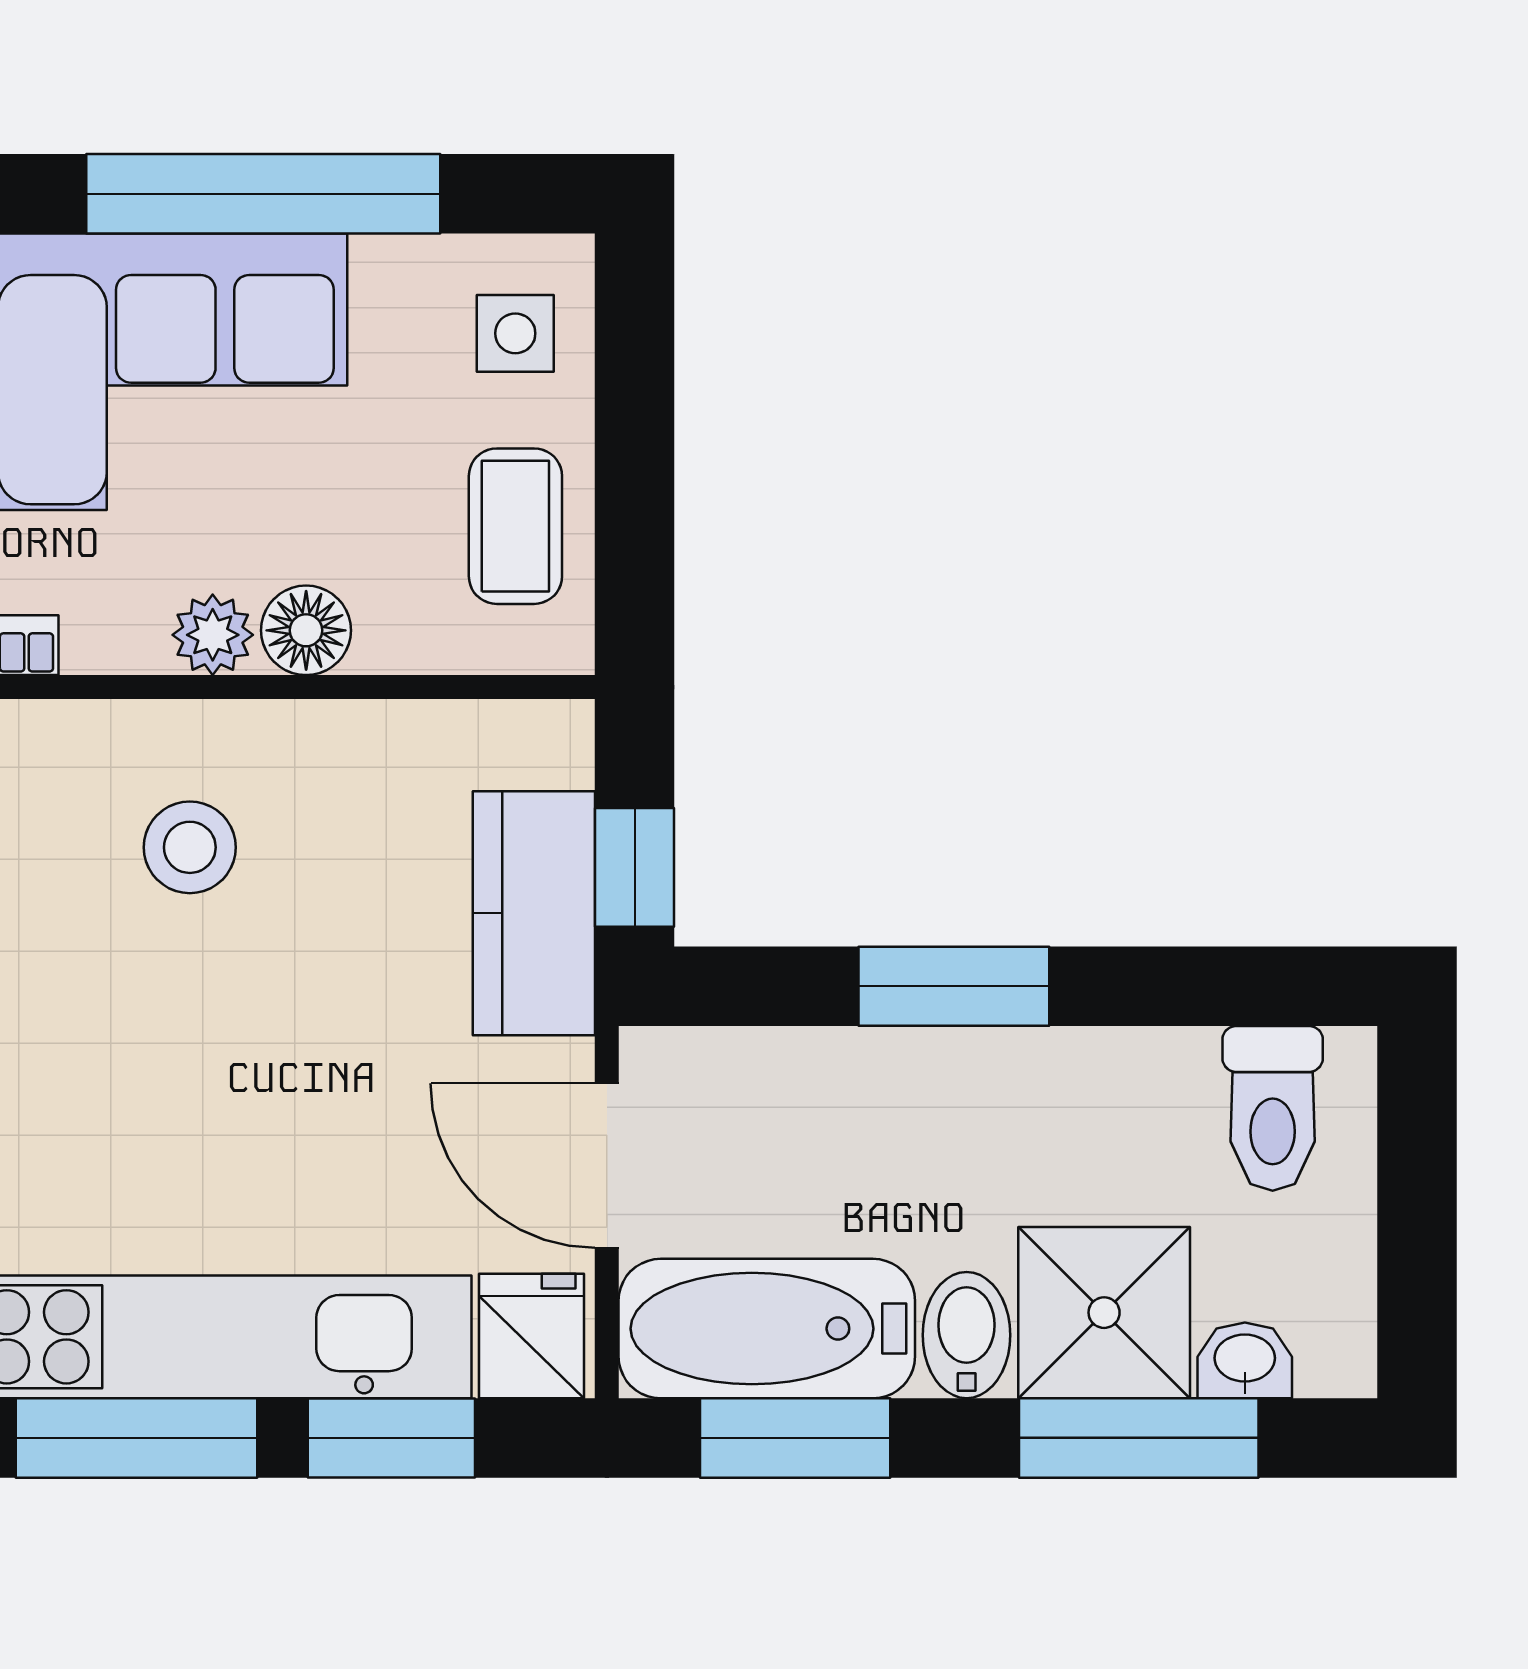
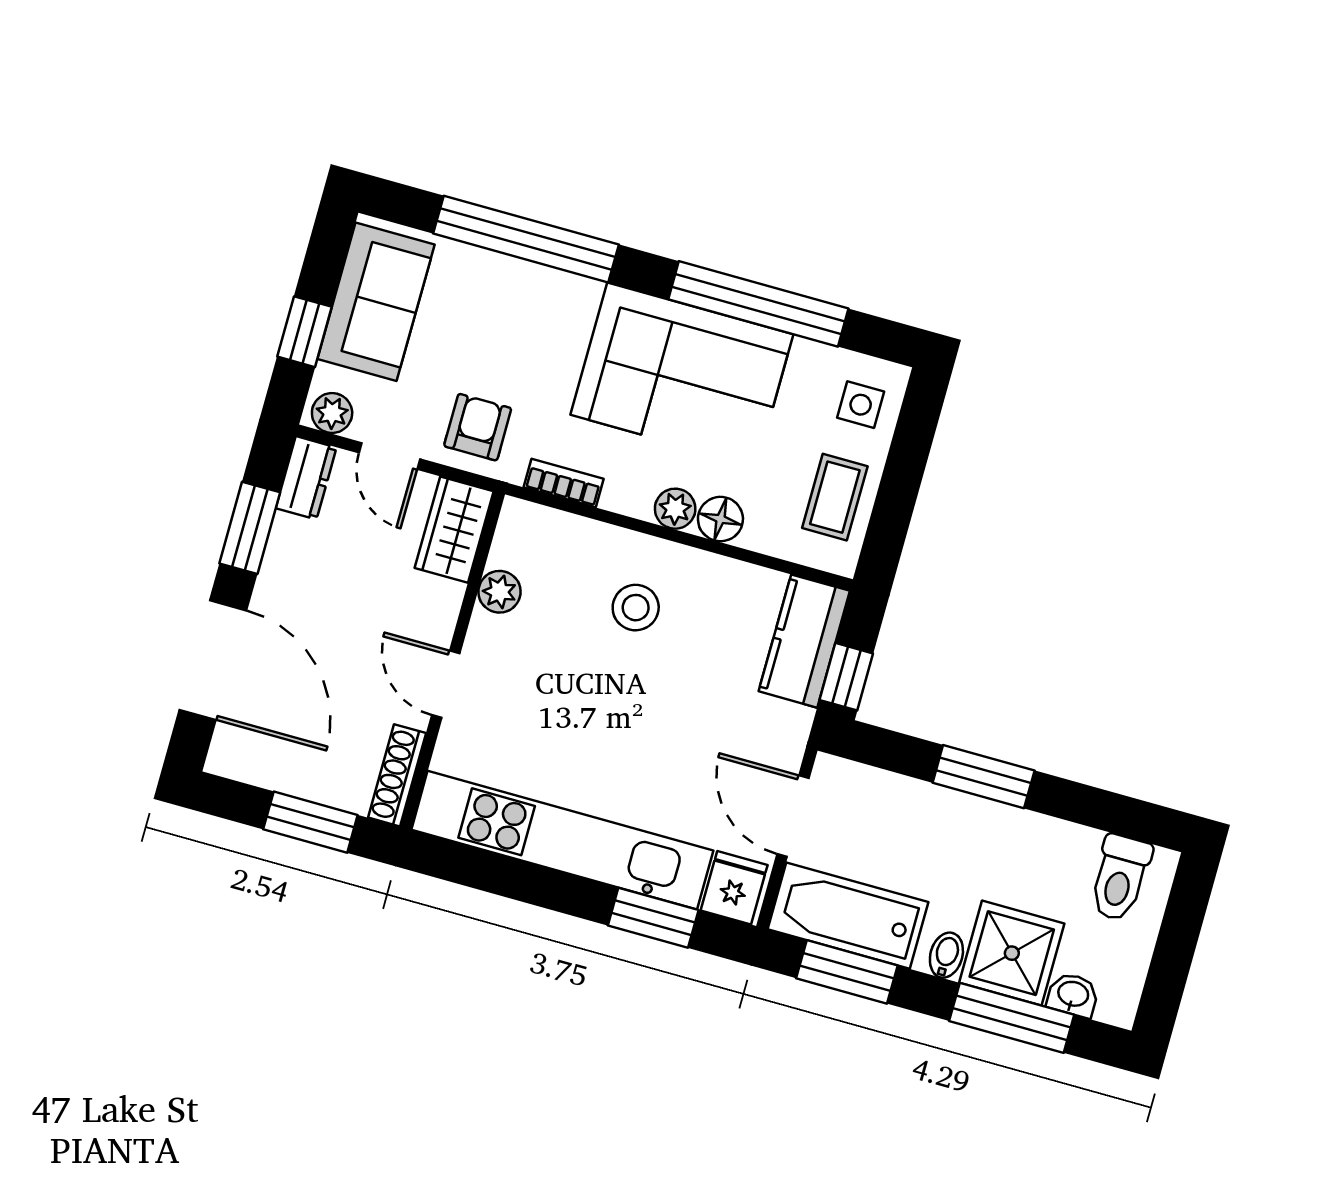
kitchen counter: (534, 913) -> (804, 641), moved
bidet: (967, 1335) -> (946, 955), width x0.72, depth x0.74
window: (136, 1438) -> (531, 884), removed

